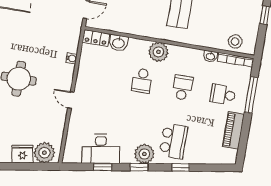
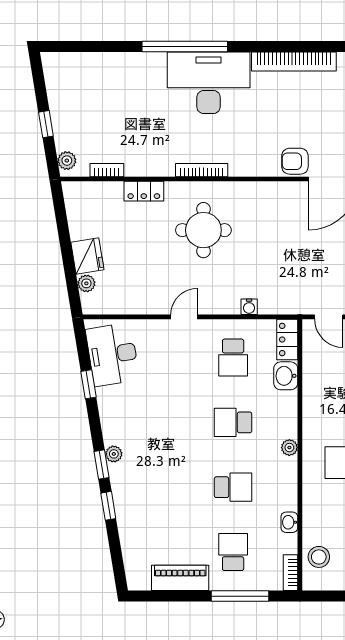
plant: (158, 52) -> (289, 448), width x0.53, depth x0.53
bookcase: (236, 60) -> (290, 573), width x0.64
school desk: (173, 141) -> (233, 358), moved, width x0.54
desk: (101, 149) -> (113, 355), moved
plant: (44, 153) -> (86, 283), width x0.53, depth x0.53
plant: (144, 154) -> (114, 454), width x0.53, depth x0.53
window: (139, 167) -> (102, 465), moved

